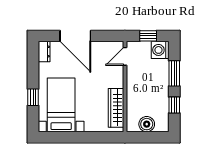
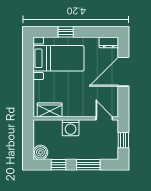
washing machine: (160, 50) -> (71, 128), moved, turned 180
wardrobe: (116, 108) -> (50, 110), width x0.67
boiler: (147, 124) -> (40, 152), moved

